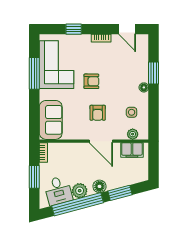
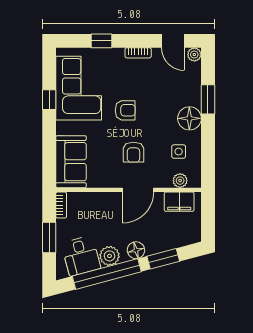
plant: (143, 39) -> (194, 55), added
window: (34, 73) -> (49, 100), width x0.46
floor lamp: (144, 87) -> (189, 118), width x1.89, depth x1.89
door: (101, 141) -> (138, 190), hinge flipped

